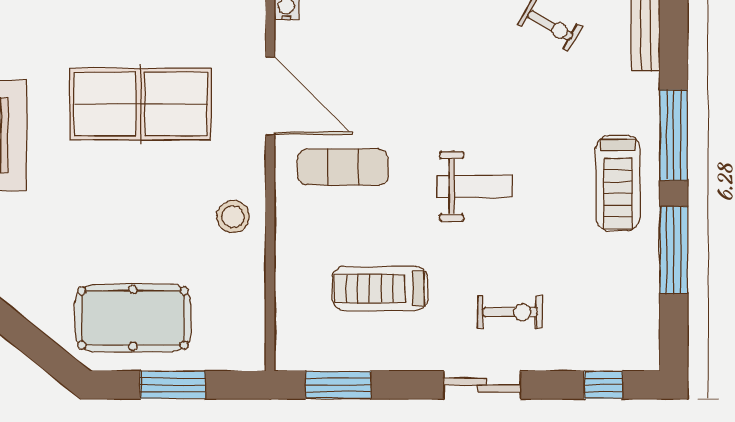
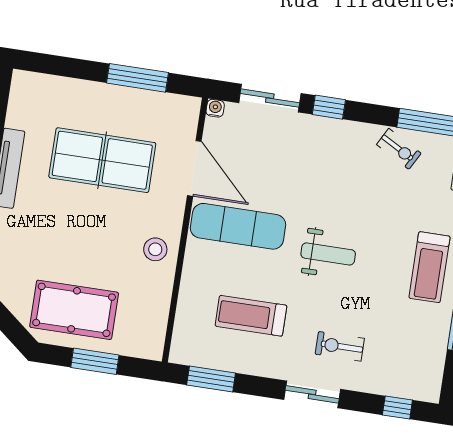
exercise mat: (343, 167) -> (238, 226), width x1.36, depth x1.45
exercise bike: (510, 312) -> (340, 346), turned 180

